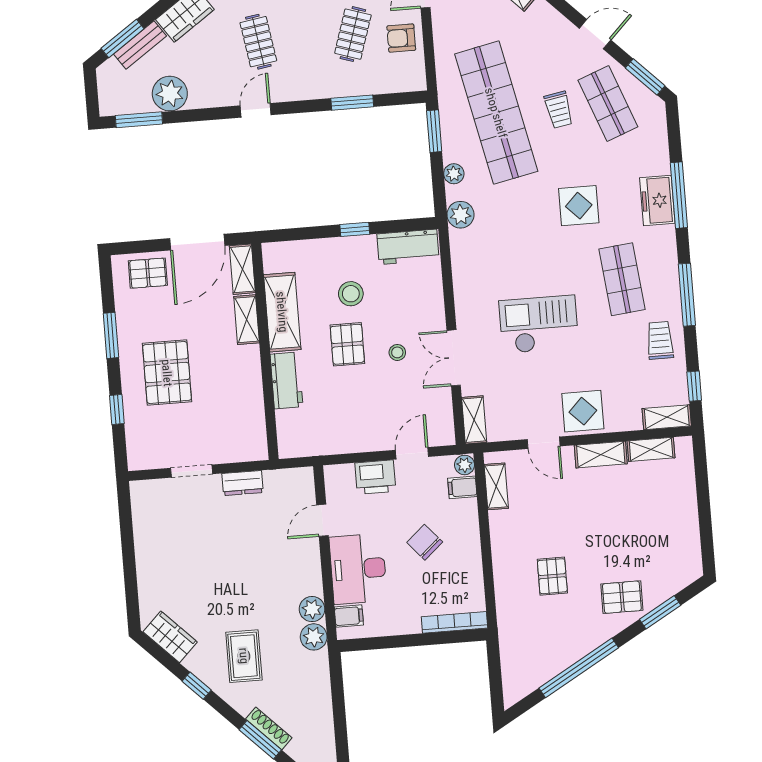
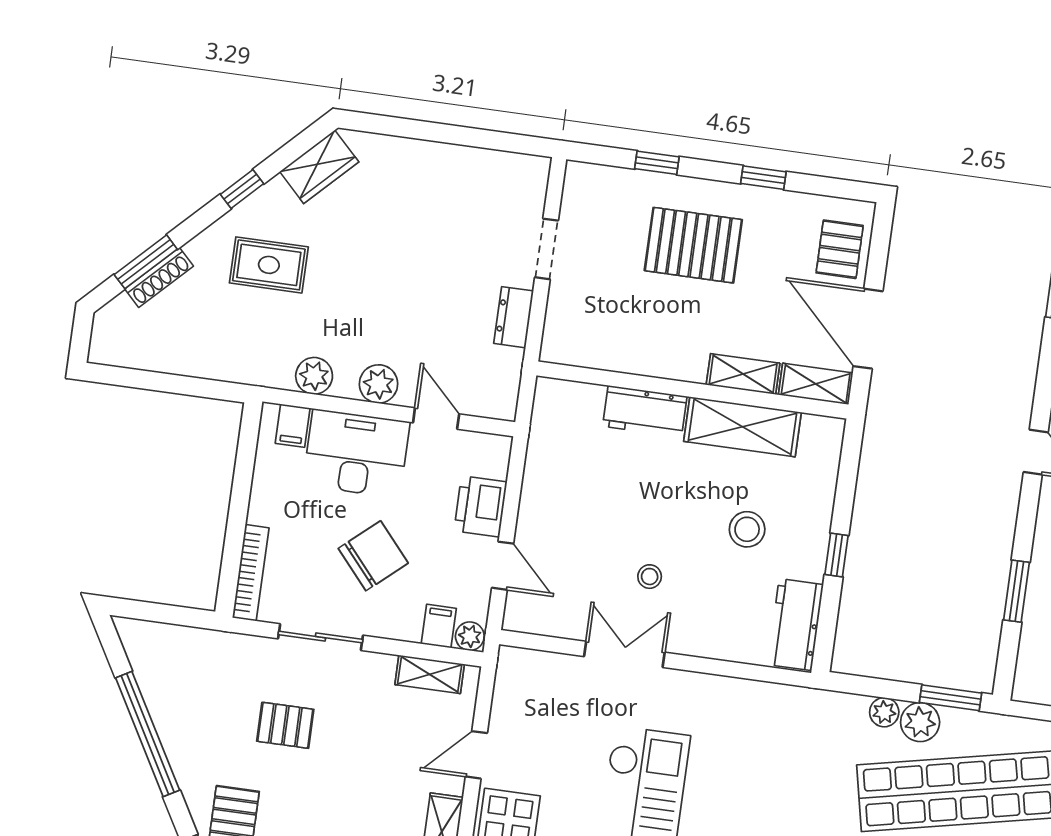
plant: (461, 215) -> (920, 722), moved
window: (111, 335) -> (763, 178), width x0.67
pallet: (347, 344) -> (677, 509), removed
shelving: (474, 420) -> (530, 664), removed
chair: (425, 542) -> (373, 556), width x1.37, depth x1.37
sliding door: (487, 566) -> (320, 637), added
plant: (314, 637) -> (378, 384), moved

